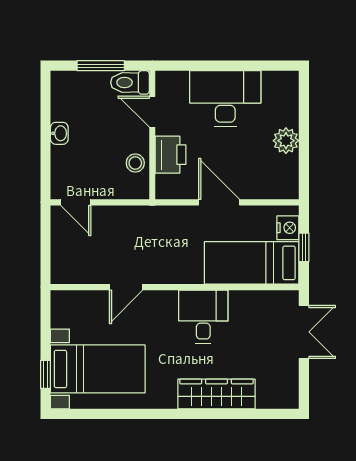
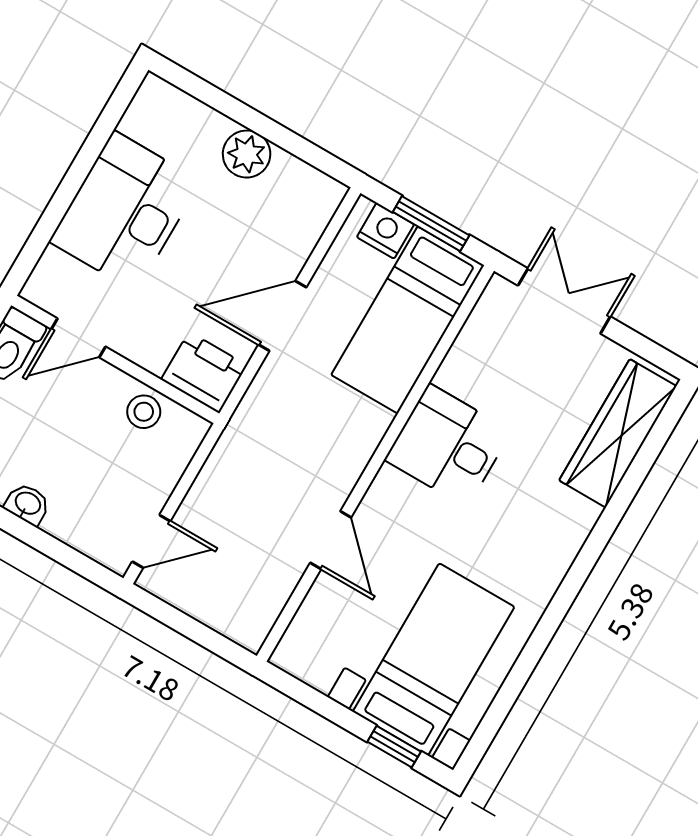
printer: (171, 155) -> (204, 372), moved
window: (304, 247) -> (431, 224), width x1.50
wardrobe: (216, 394) -> (618, 433), moved

